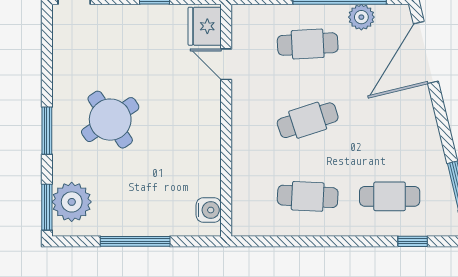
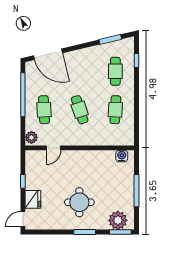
plant: (361, 17) -> (31, 137), moved
fridge: (205, 26) -> (33, 199), moved, turned -90
round table: (110, 120) -> (79, 202), turned 34

